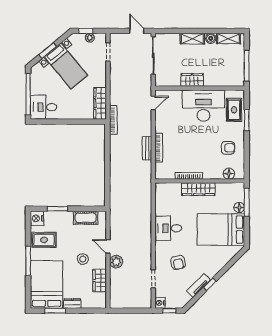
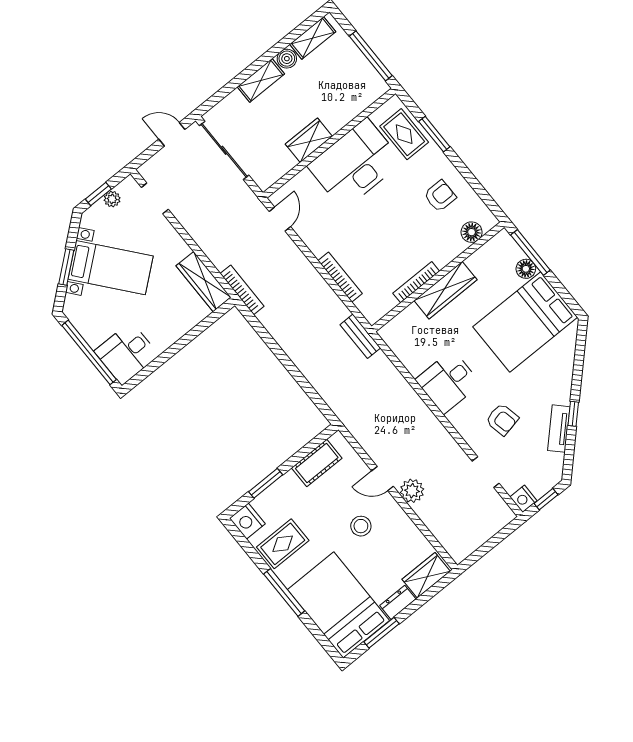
bench: (147, 148) -> (360, 336), moved
wardrobe: (100, 281) -> (426, 575), moved, turned 90

